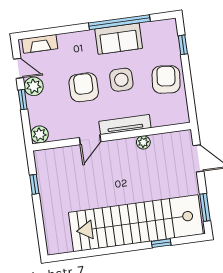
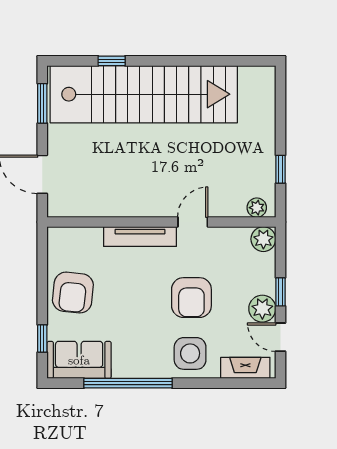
sofa: (119, 39) -> (79, 360), moved
side table: (121, 80) -> (190, 353), moved
plant: (143, 142) -> (257, 208), moved

